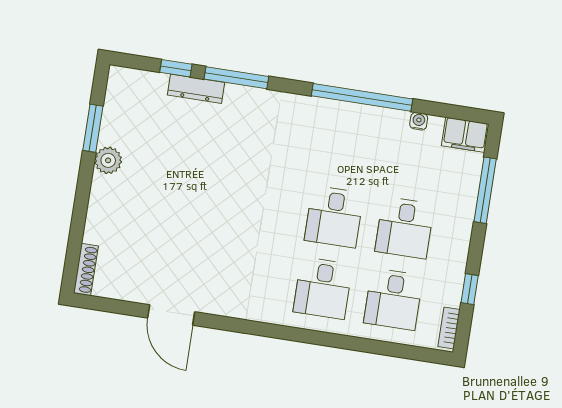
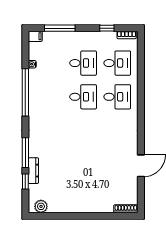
window: (93, 128) -> (59, 216), removed
filing cabinet: (465, 135) -> (35, 36), width x0.50
plant: (108, 160) -> (41, 206), moved

